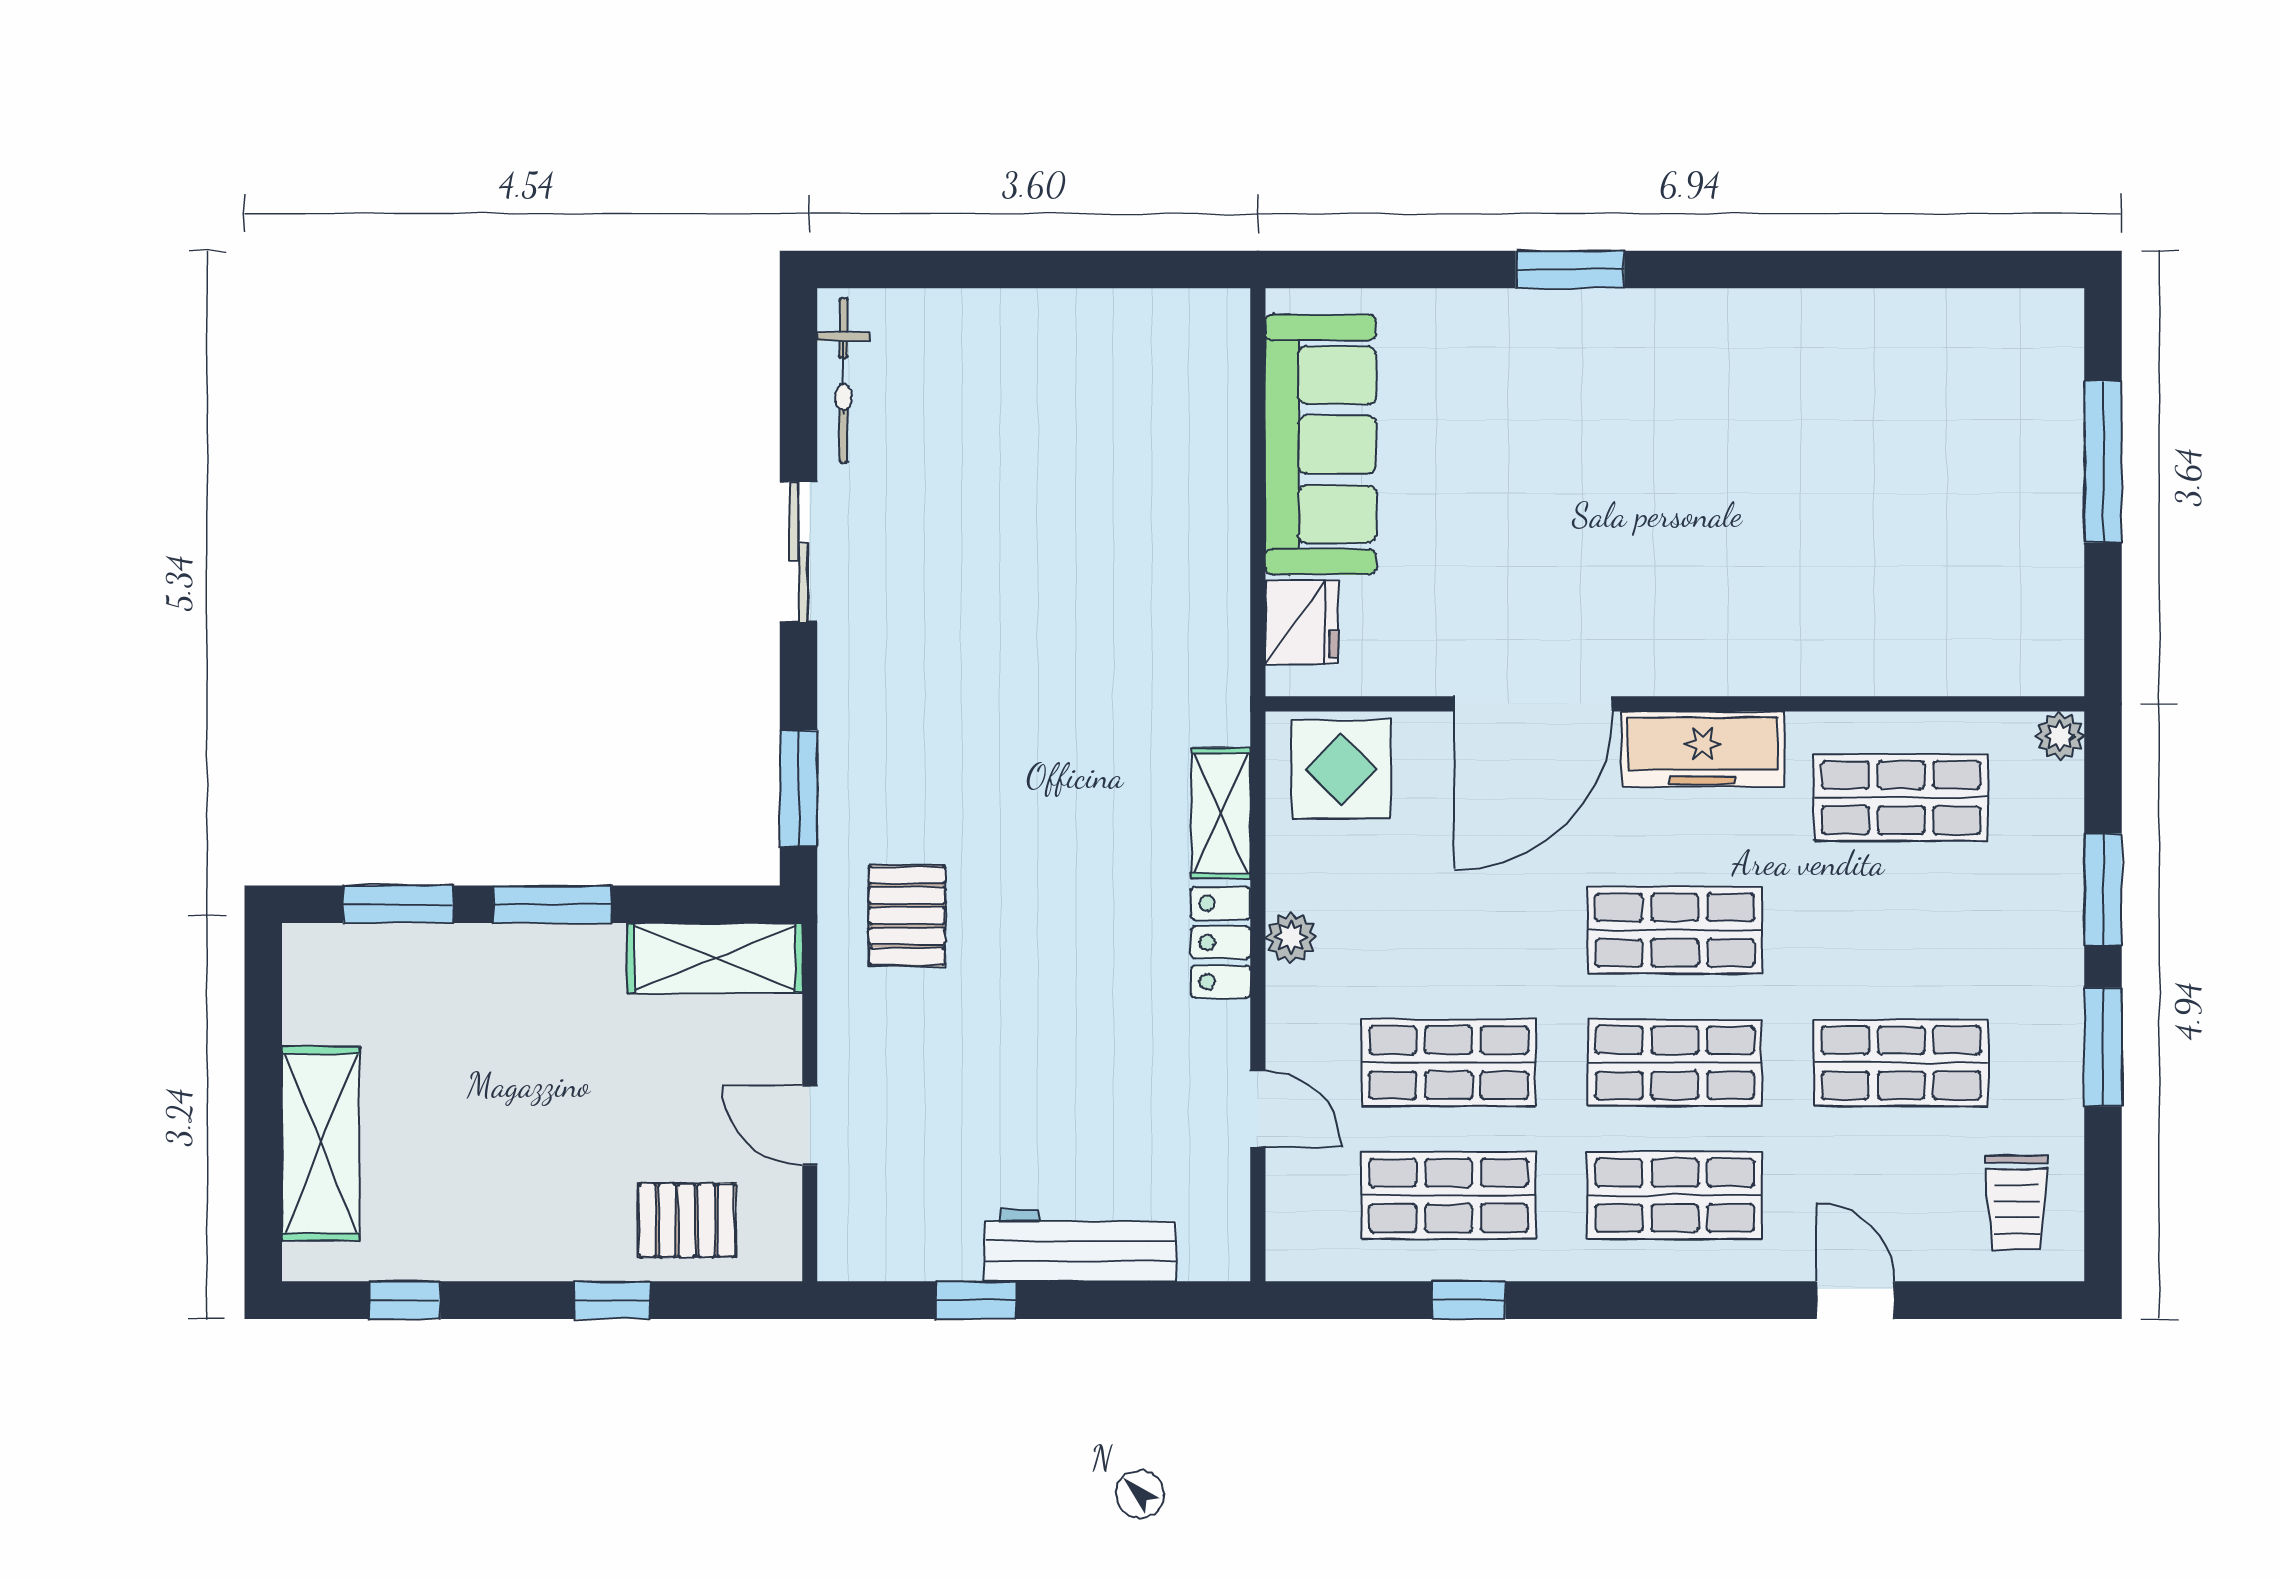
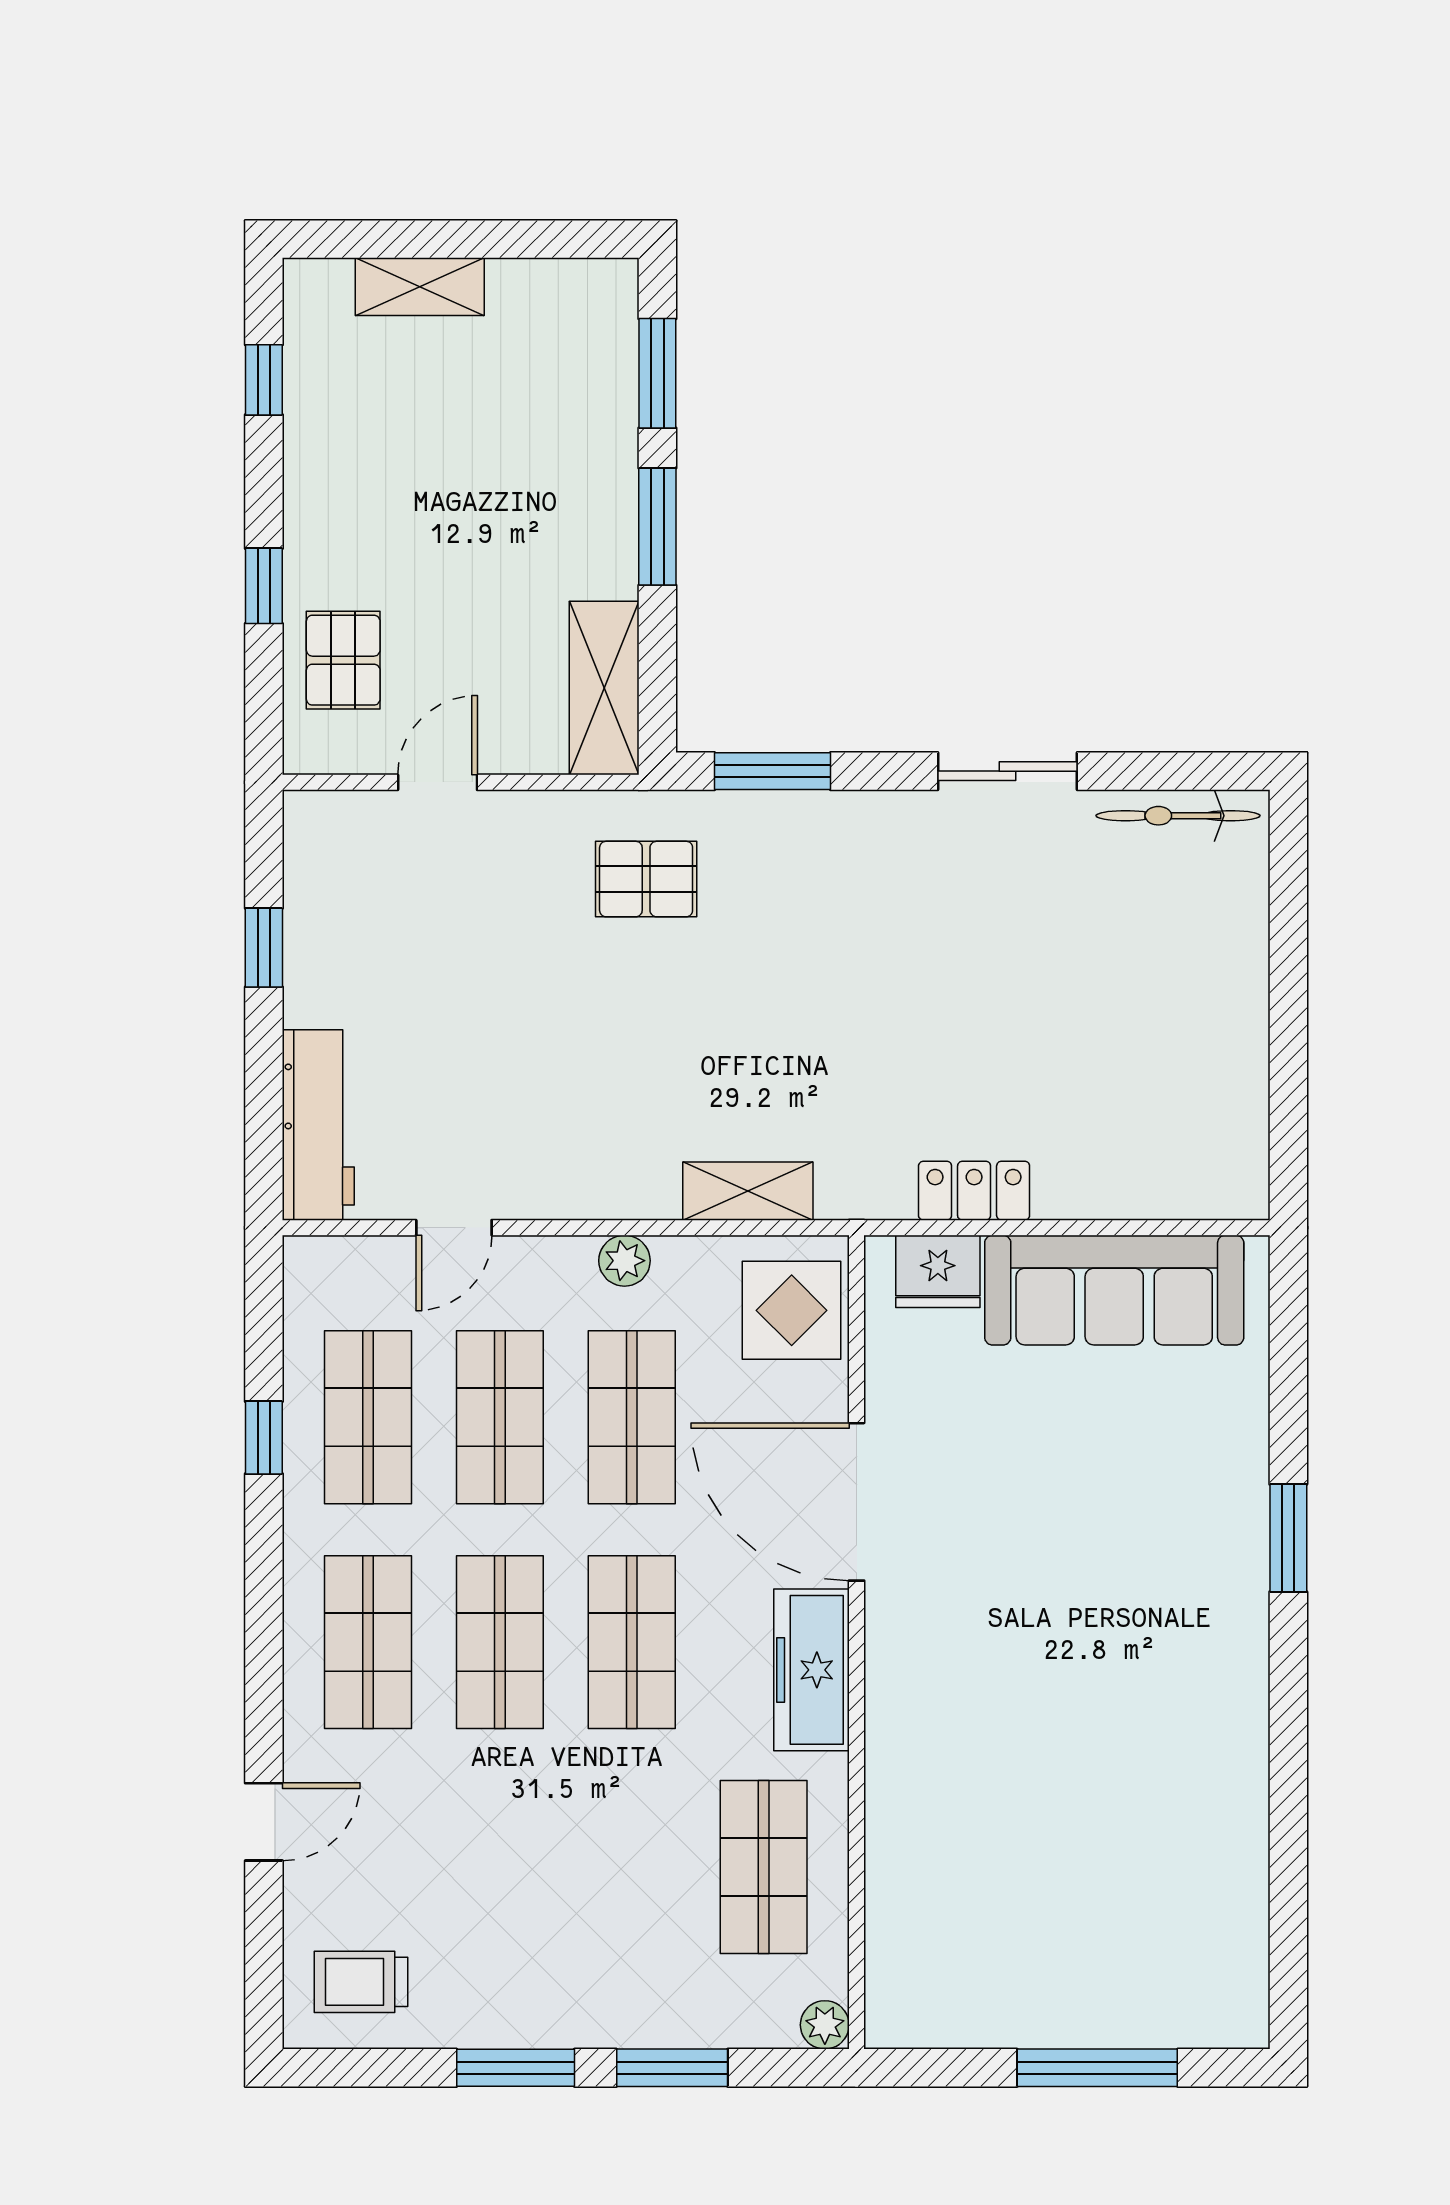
locker: (1221, 943) -> (974, 1191), moved
shop shelf: (1901, 1063) -> (632, 1417), moved
shelving: (321, 1143) -> (420, 287), width x0.67, depth x0.75
workbench: (1080, 1245) -> (318, 1125), moved

